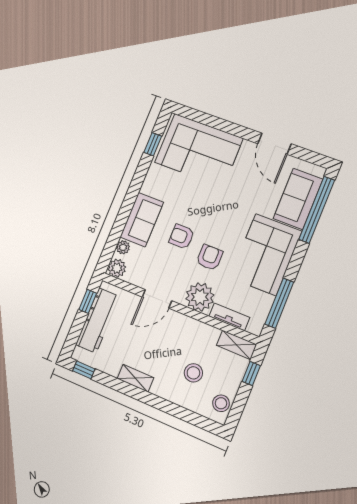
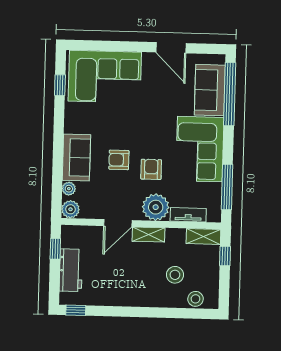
workbench: (97, 321) -> (71, 270), width x0.73
shelving: (135, 378) -> (149, 235), moved
stool: (221, 403) -> (195, 299), moved

